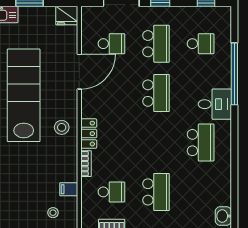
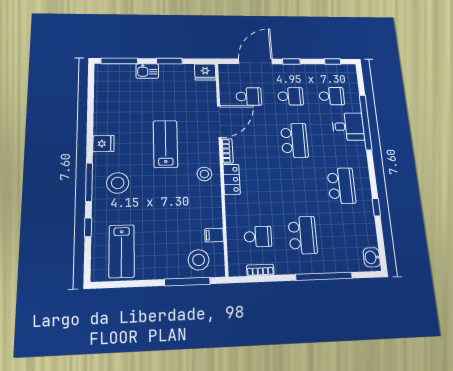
school desk: (156, 44) -> (291, 96), width x0.54
lab bench: (24, 95) -> (165, 144), width x0.54, depth x0.72
desk: (215, 104) -> (348, 127), moved
bookcase: (86, 164) -> (227, 151), moved
window: (234, 166) -> (376, 207), added
stool: (53, 213) -> (199, 260), width x1.89, depth x1.89

